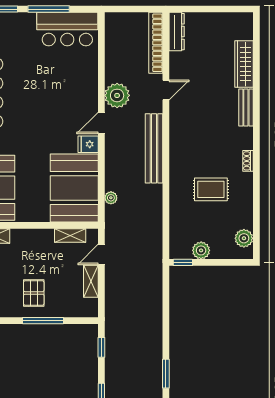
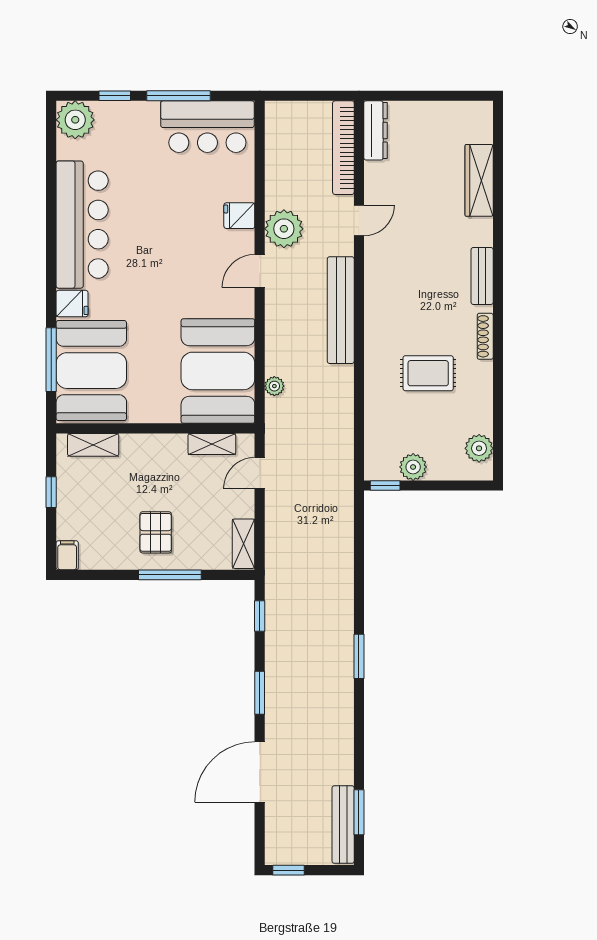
bench: (246, 107) -> (482, 276), moved
fridge: (88, 144) -> (239, 216), moved
shoe rack: (248, 161) -> (485, 336), width x1.43
shelving: (91, 281) -> (244, 544), moved

